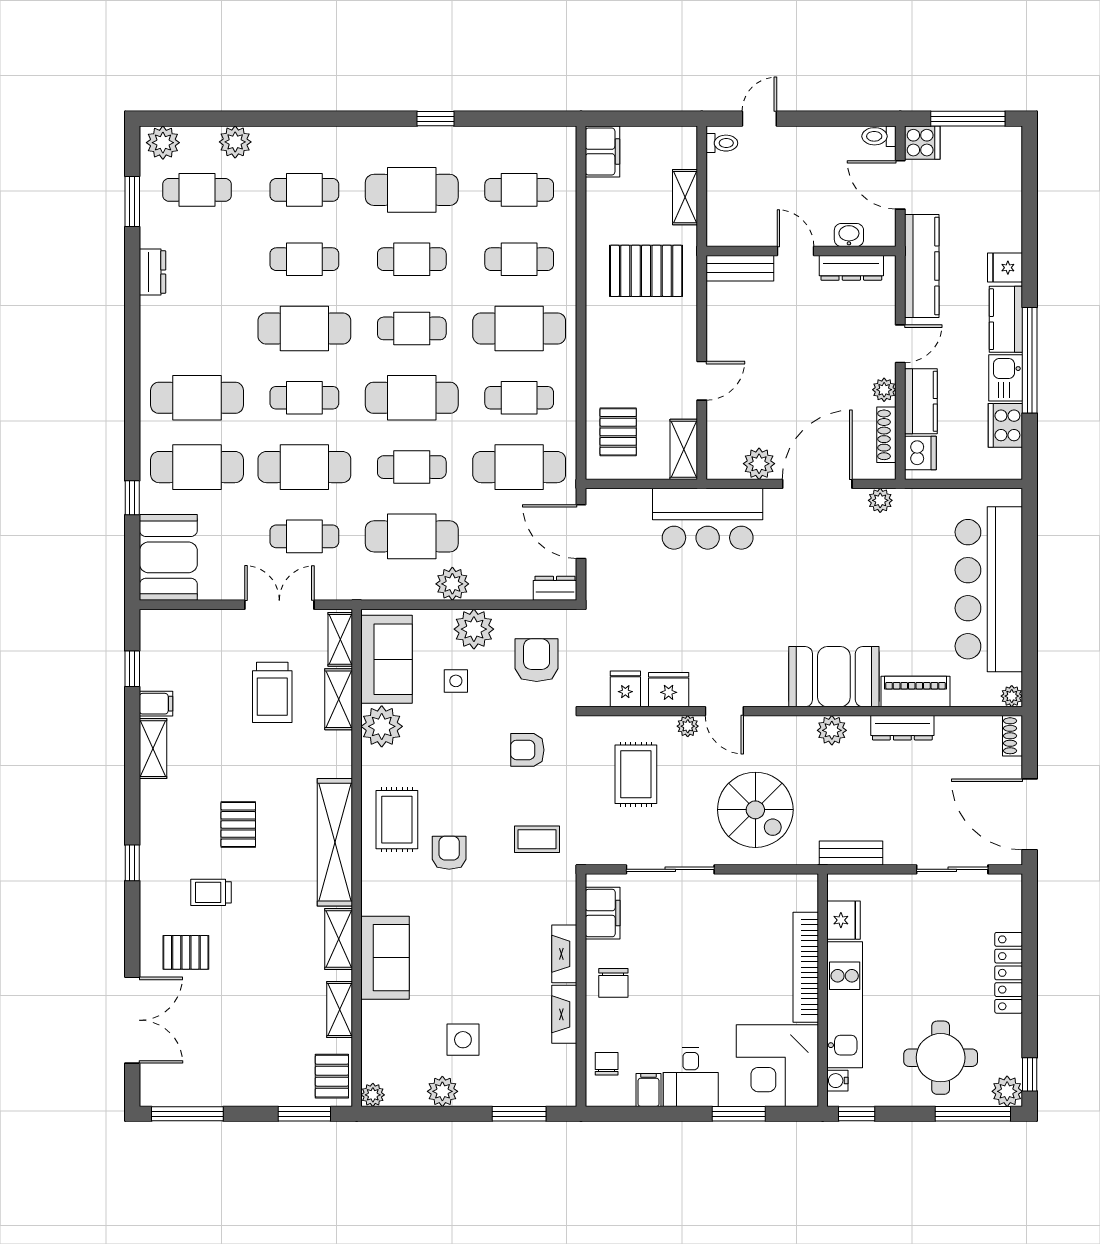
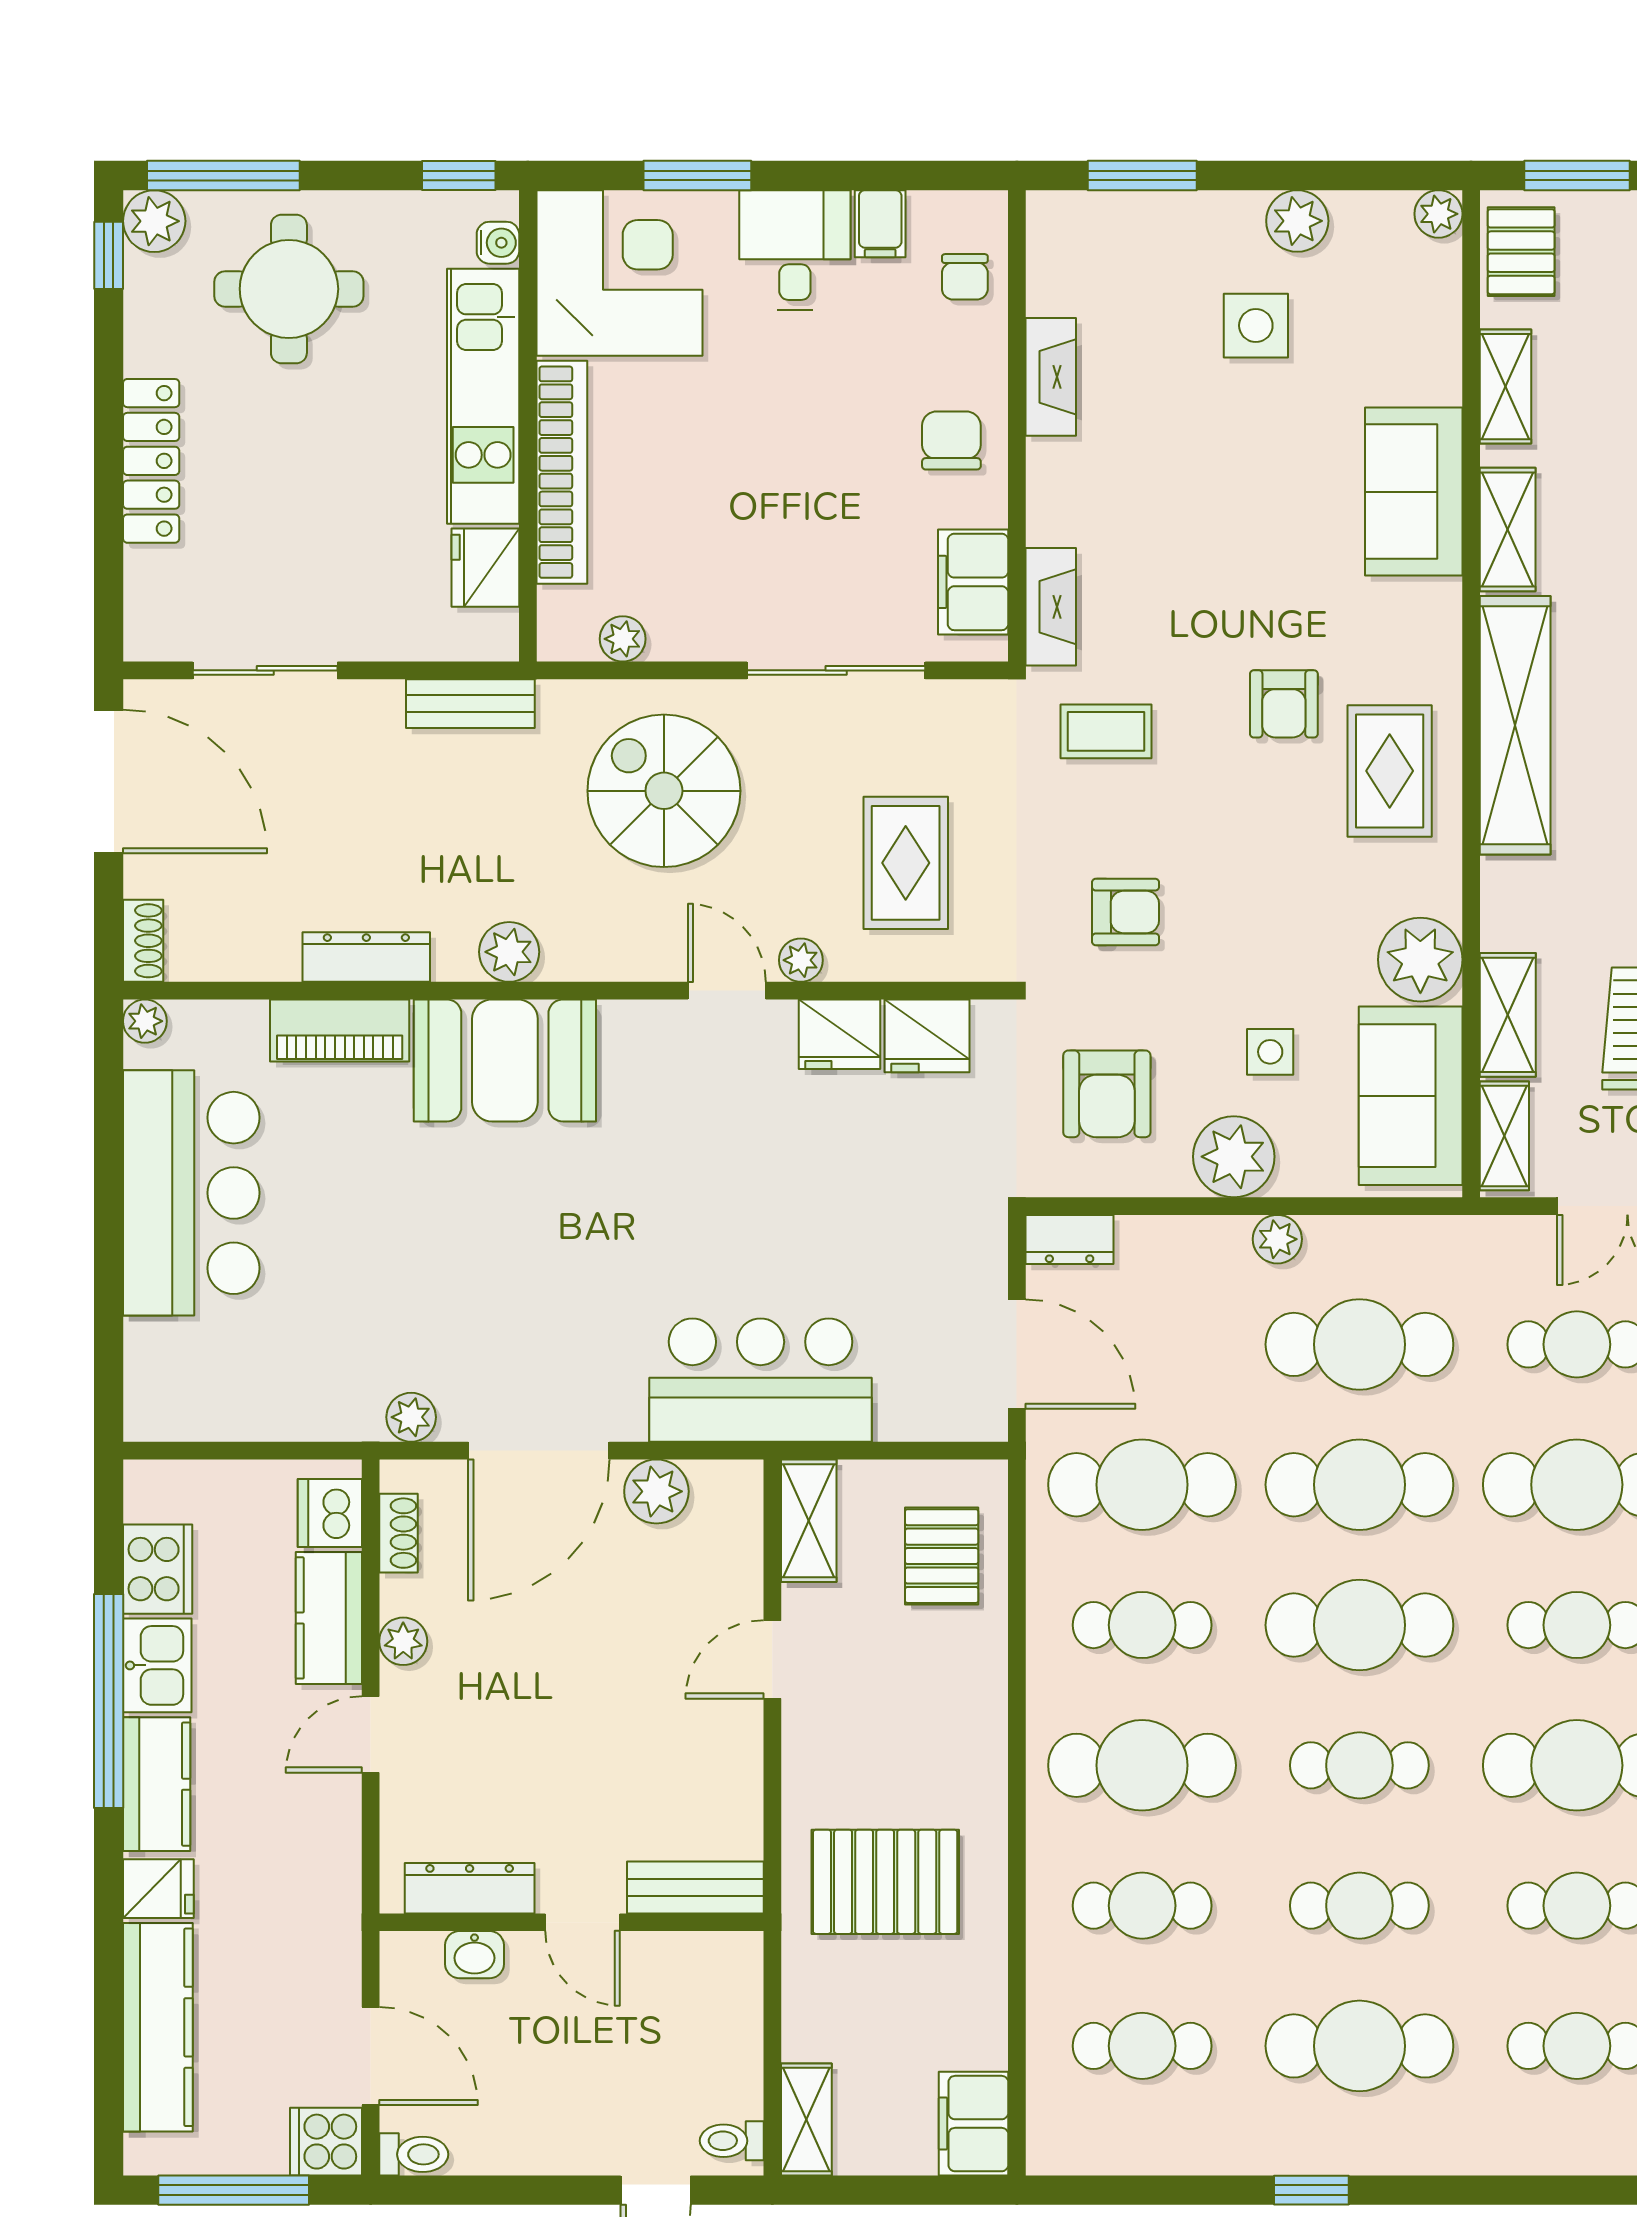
shelving: (685, 197) -> (806, 2119), moved
kitchen counter: (922, 266) -> (158, 2027), moved, turned 180
shoe rack: (886, 435) -> (398, 1533), width x0.70
cafe table: (412, 467) -> (1359, 1485), width x1.37, depth x1.35
plant: (452, 584) -> (1277, 1239), width x0.73, depth x0.73
bar counter: (989, 589) -> (191, 1193), width x0.73
fridge: (625, 689) -> (927, 1036), width x1.38
plant: (776, 885) -> (623, 639), added
fireplace: (564, 954) -> (1051, 607), moved

